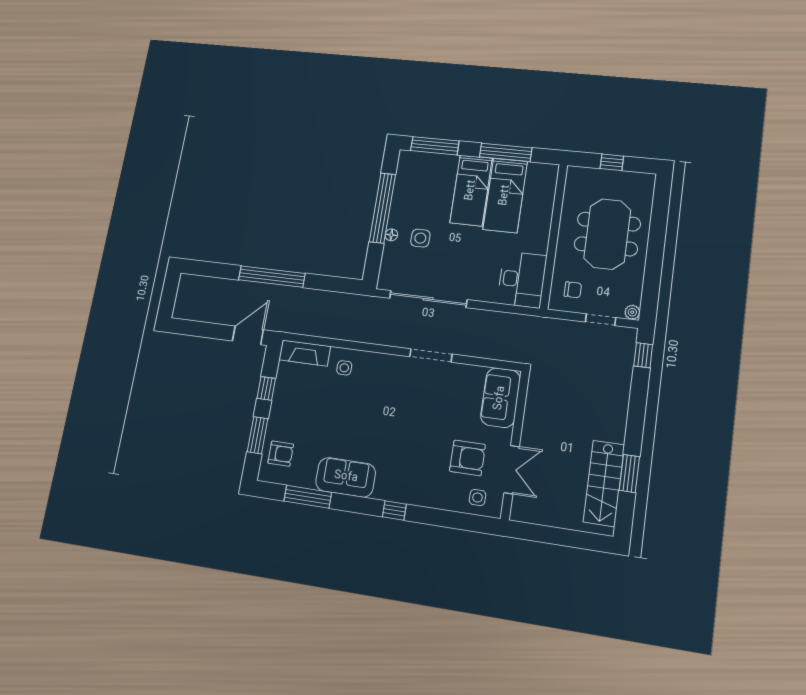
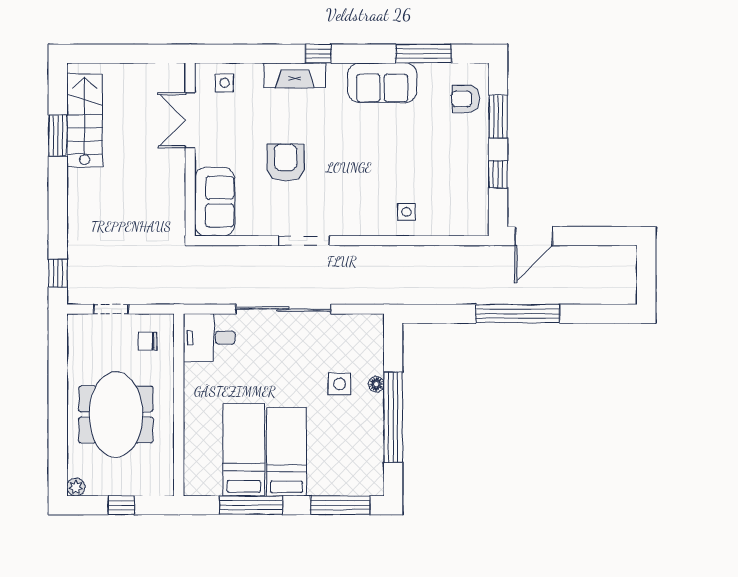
desk: (522, 280) -> (209, 338), width x0.73
sliding door: (428, 299) -> (283, 309), moved
plant: (632, 312) -> (76, 487), moved
fireplace: (305, 353) -> (295, 75), moved, turned 180
armchair: (467, 458) -> (286, 162), moved, turned 90

